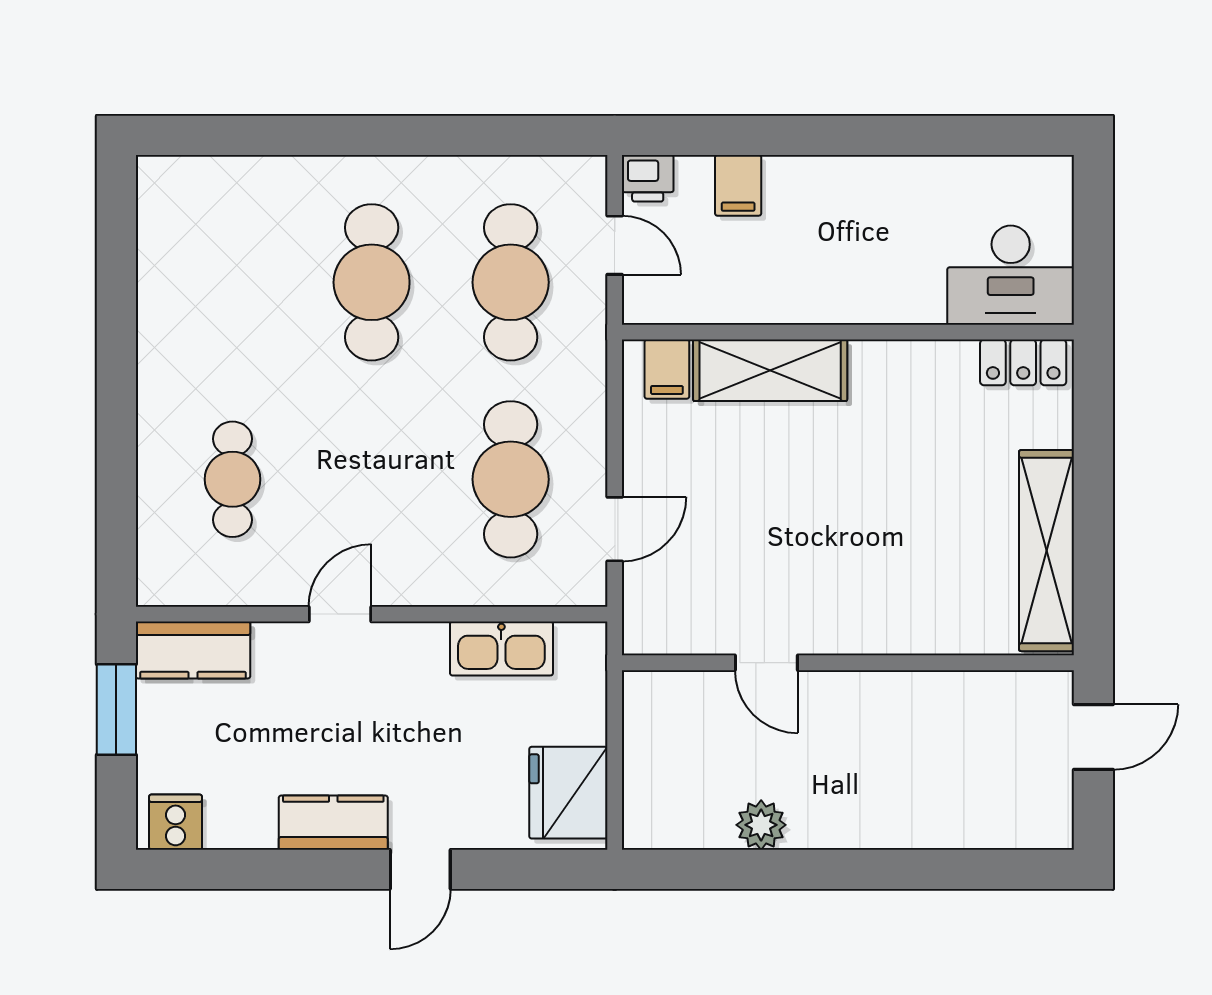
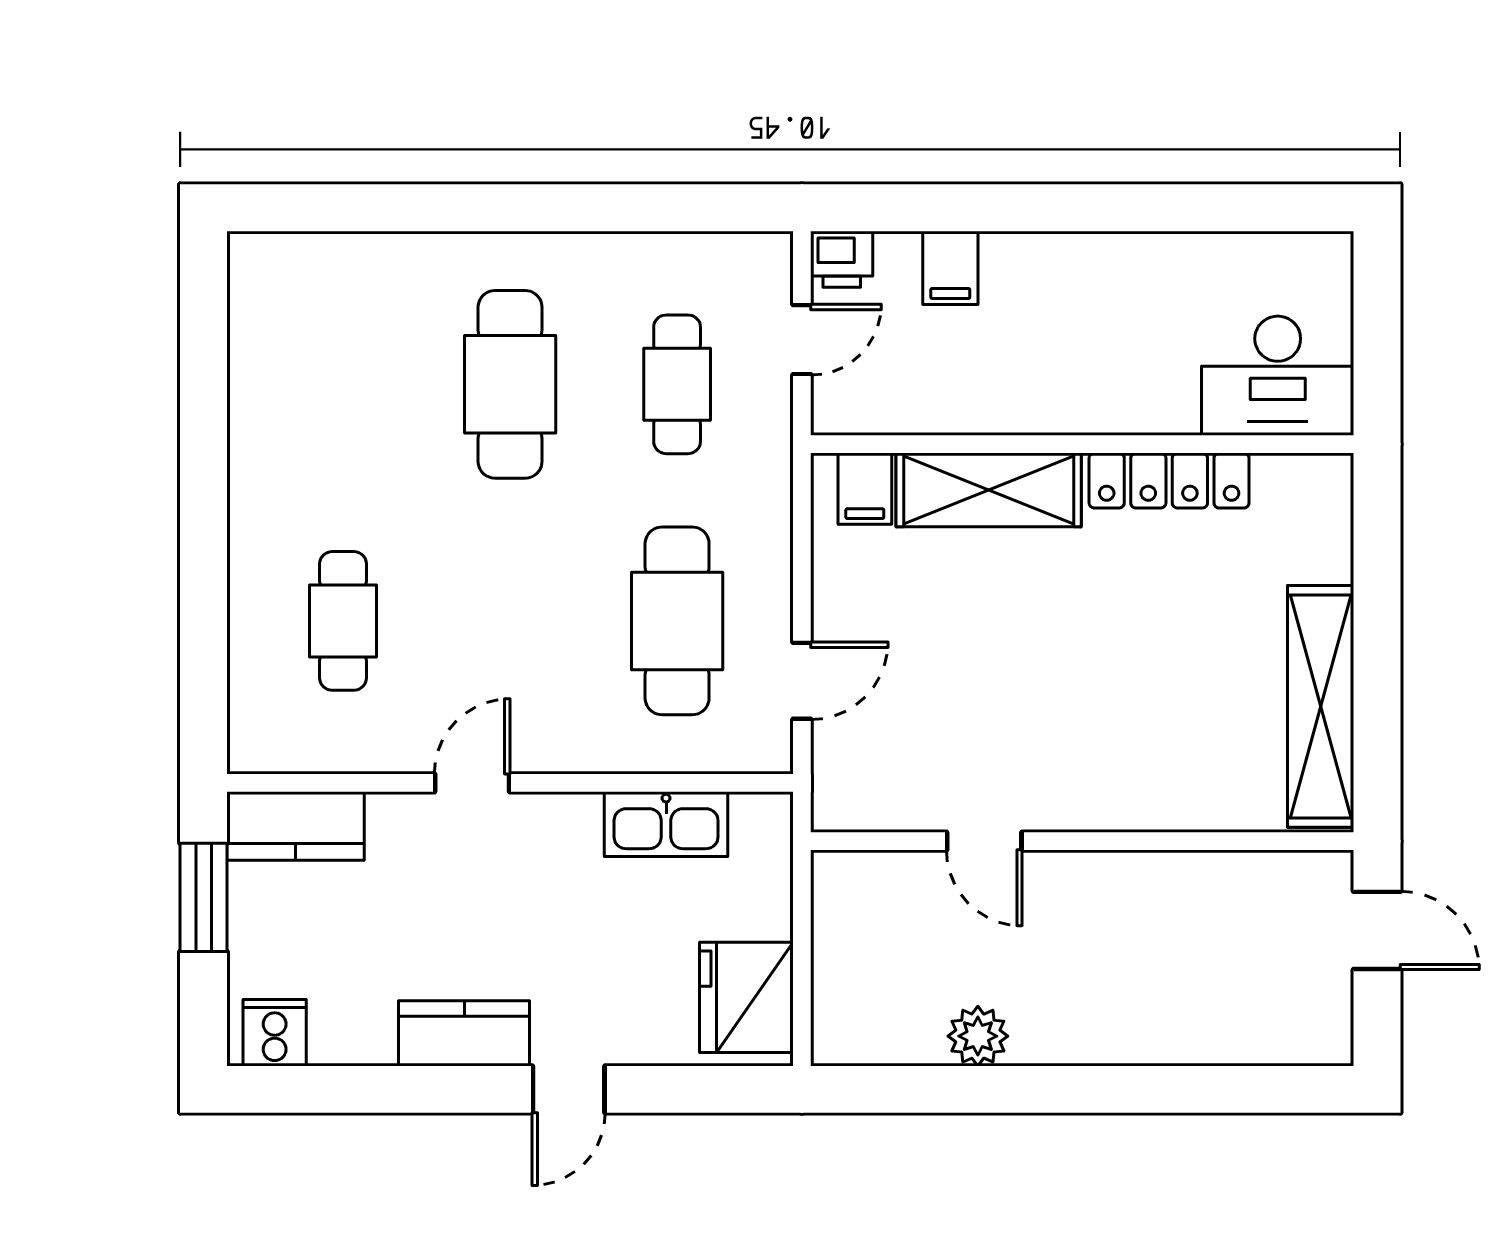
door: (615, 245) -> (802, 340), hinge flipped
cafe table: (511, 282) -> (677, 384), width x0.73, depth x0.74
locker: (1023, 362) -> (1169, 481), moved, width x1.53
door: (1093, 737) -> (1377, 930), hinge flipped

